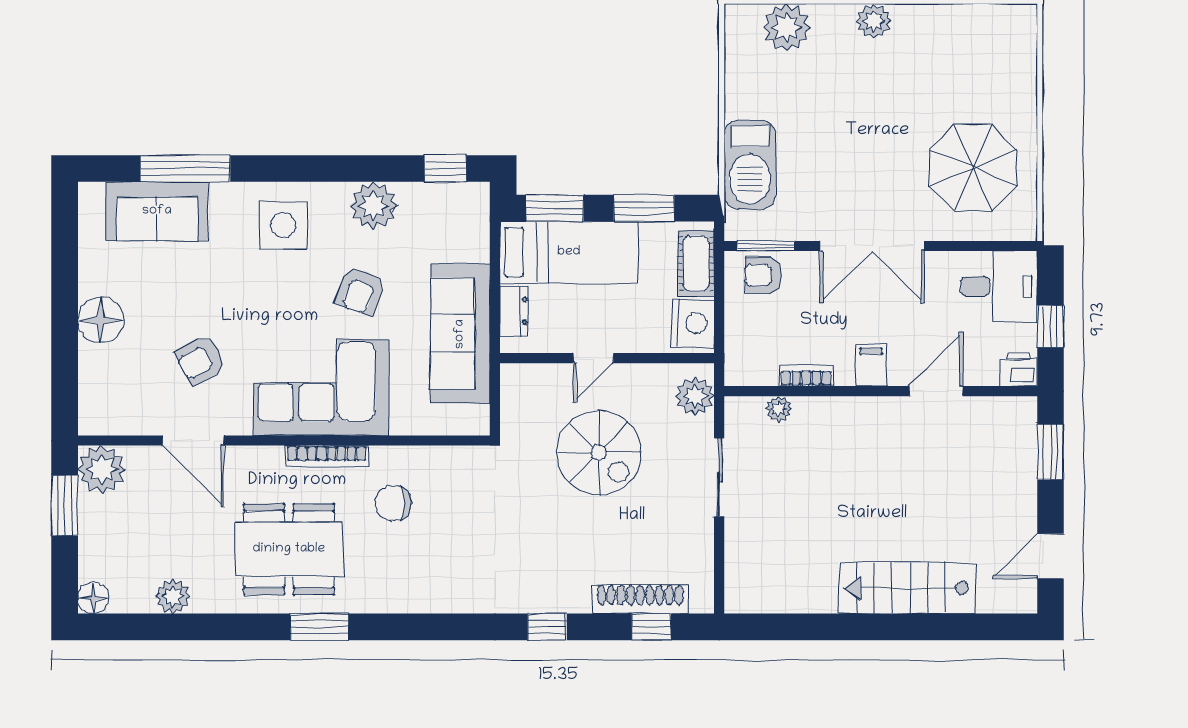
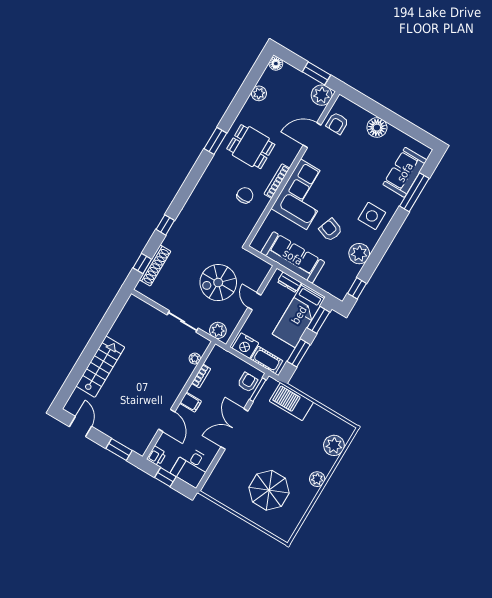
parasol: (973, 168) -> (269, 490), moved
armchair: (201, 360) -> (337, 123), moved, turned -151
dining table: (289, 549) -> (251, 147), width x0.73

